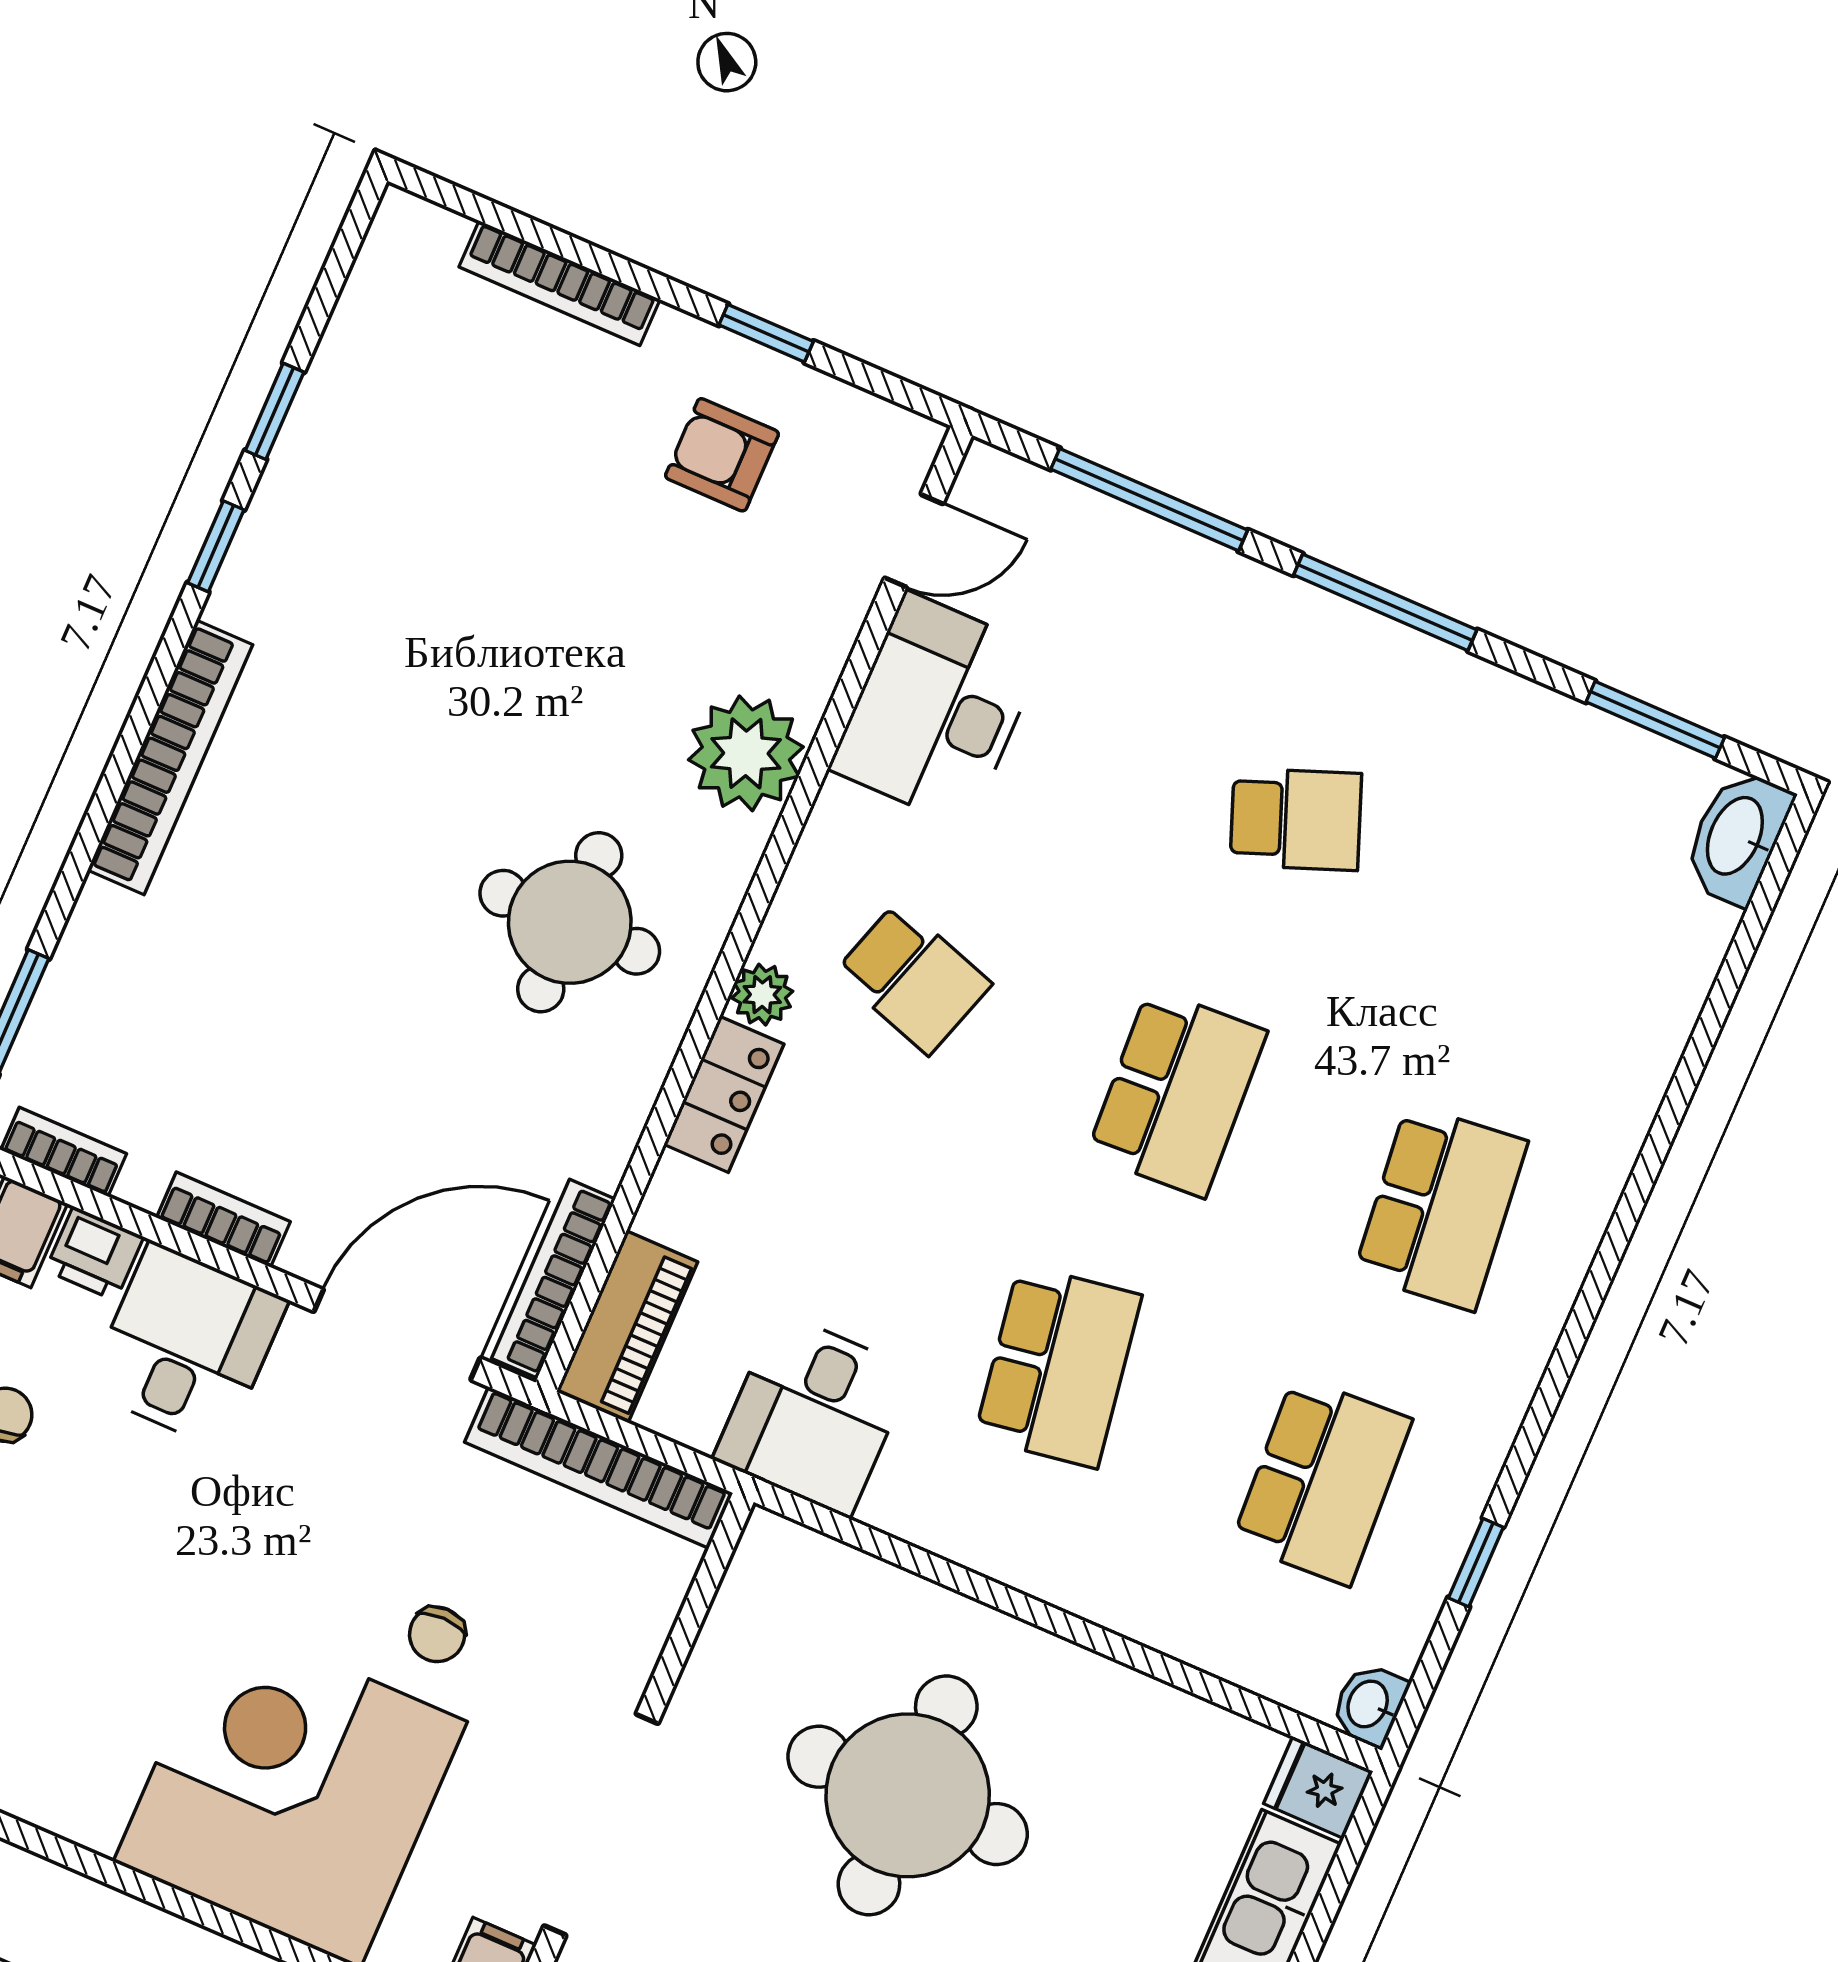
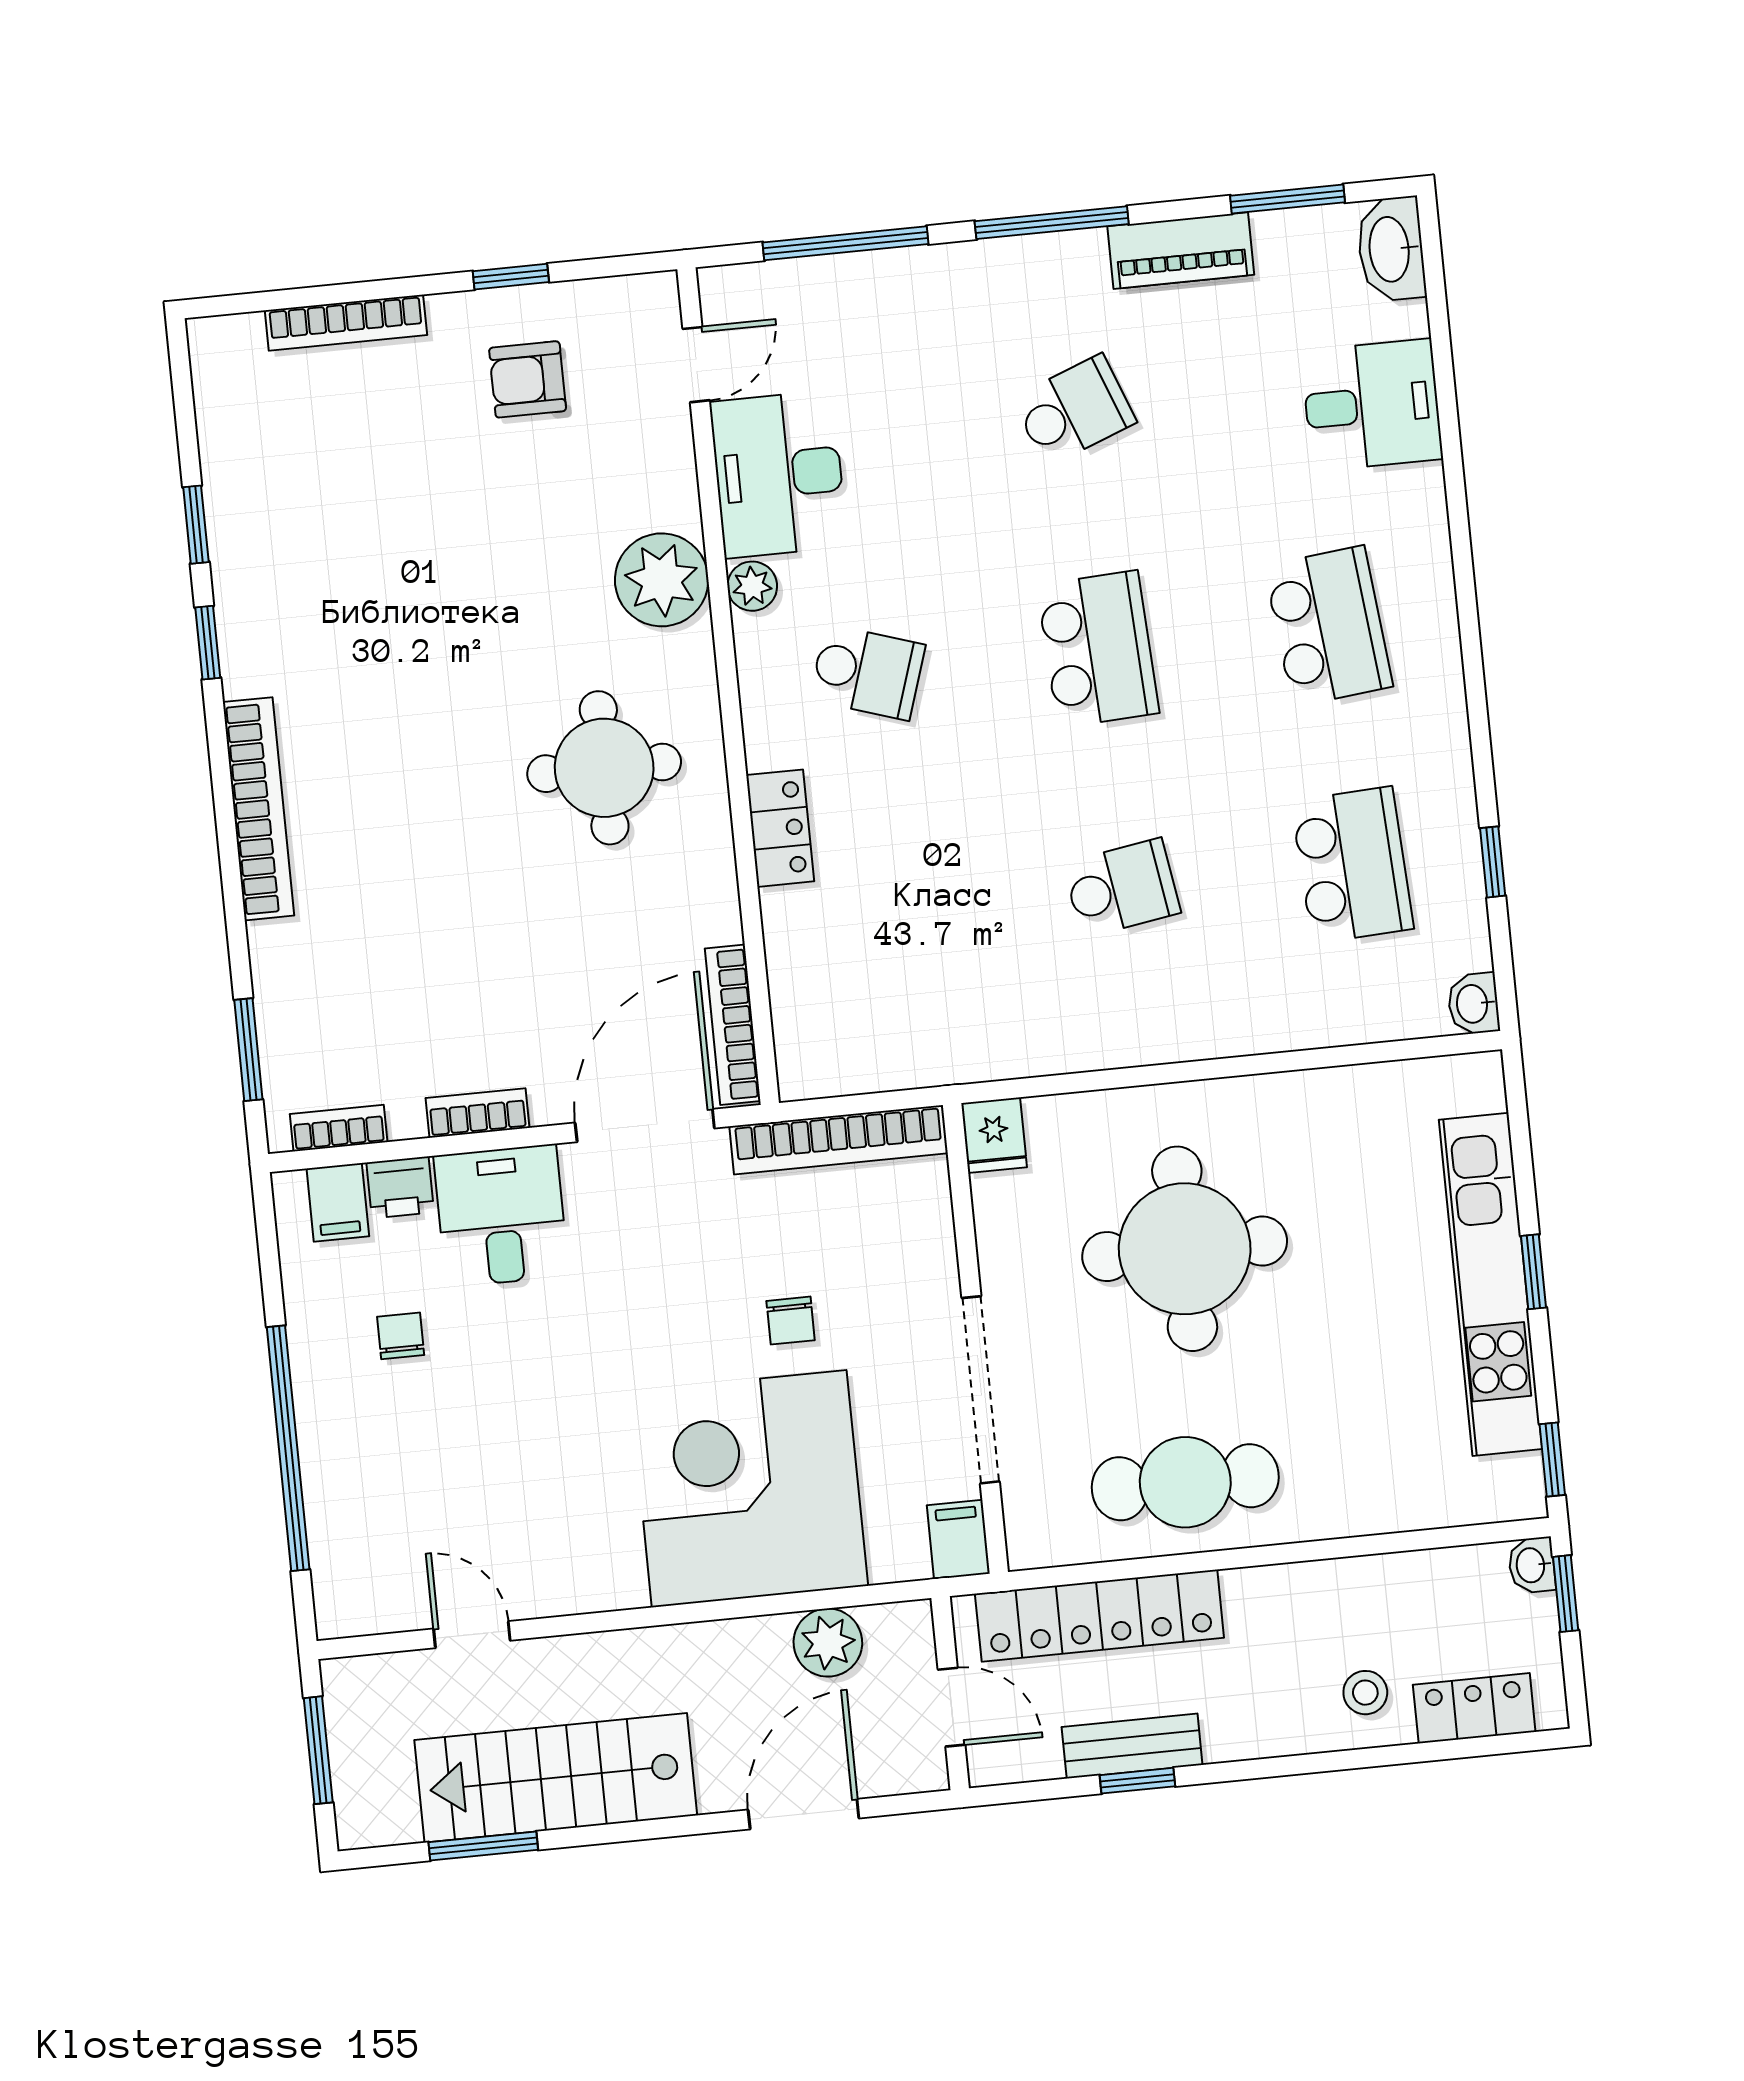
plant: (762, 995) -> (752, 586), moved
piano: (627, 1327) -> (1181, 251), moved, turned 90
school desk: (1058, 1366) -> (1122, 888), width x0.54
desk: (813, 1414) -> (1372, 405), moved, turned -90
fridge: (1318, 1787) -> (994, 1135), moved, turned -90

